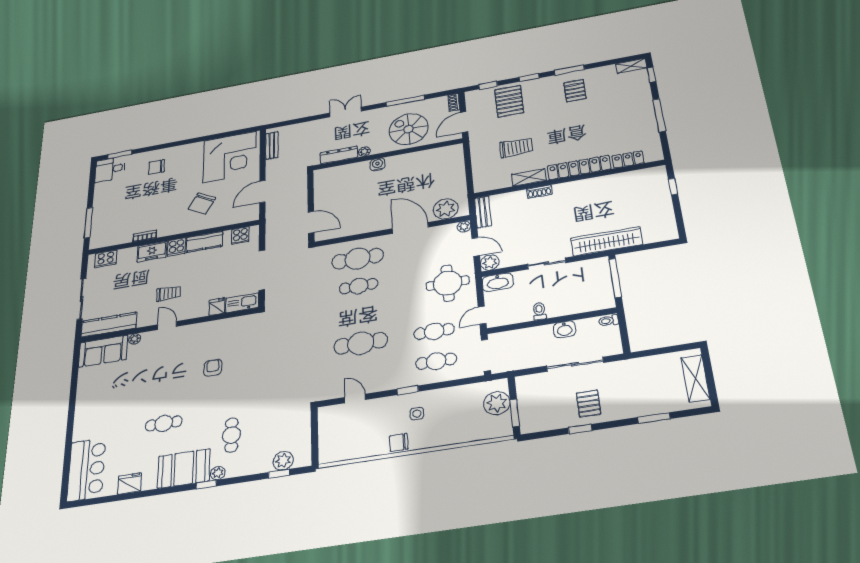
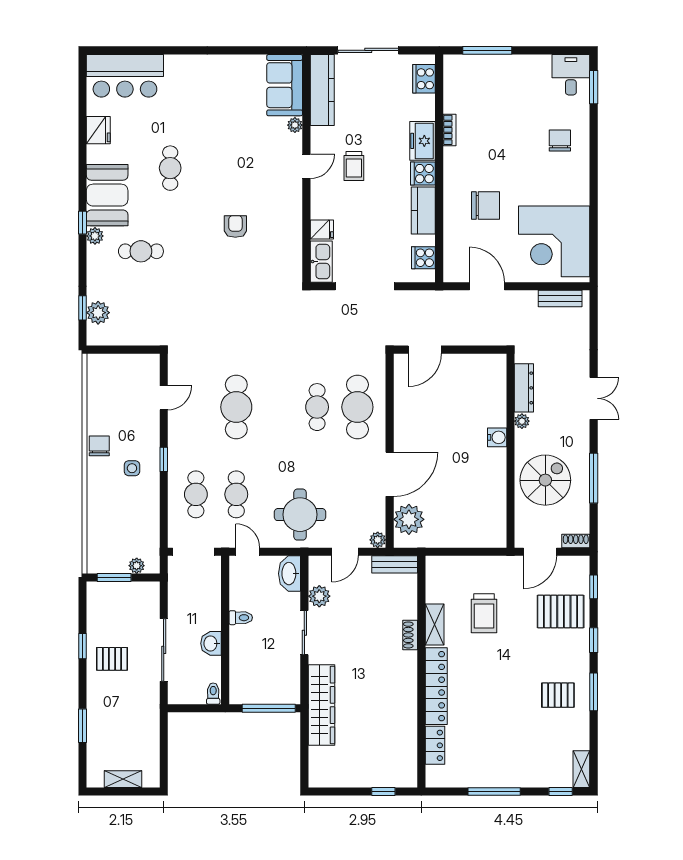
door: (464, 122) -> (540, 552), swing flipped
chair: (202, 203) -> (486, 205), turned 151
plant: (490, 262) -> (319, 596), moved
armchair: (213, 368) -> (235, 226), turned -90
shelving: (695, 378) -> (123, 779), width x0.67, depth x0.75
plant: (497, 403) -> (137, 566), width x0.53, depth x0.53

